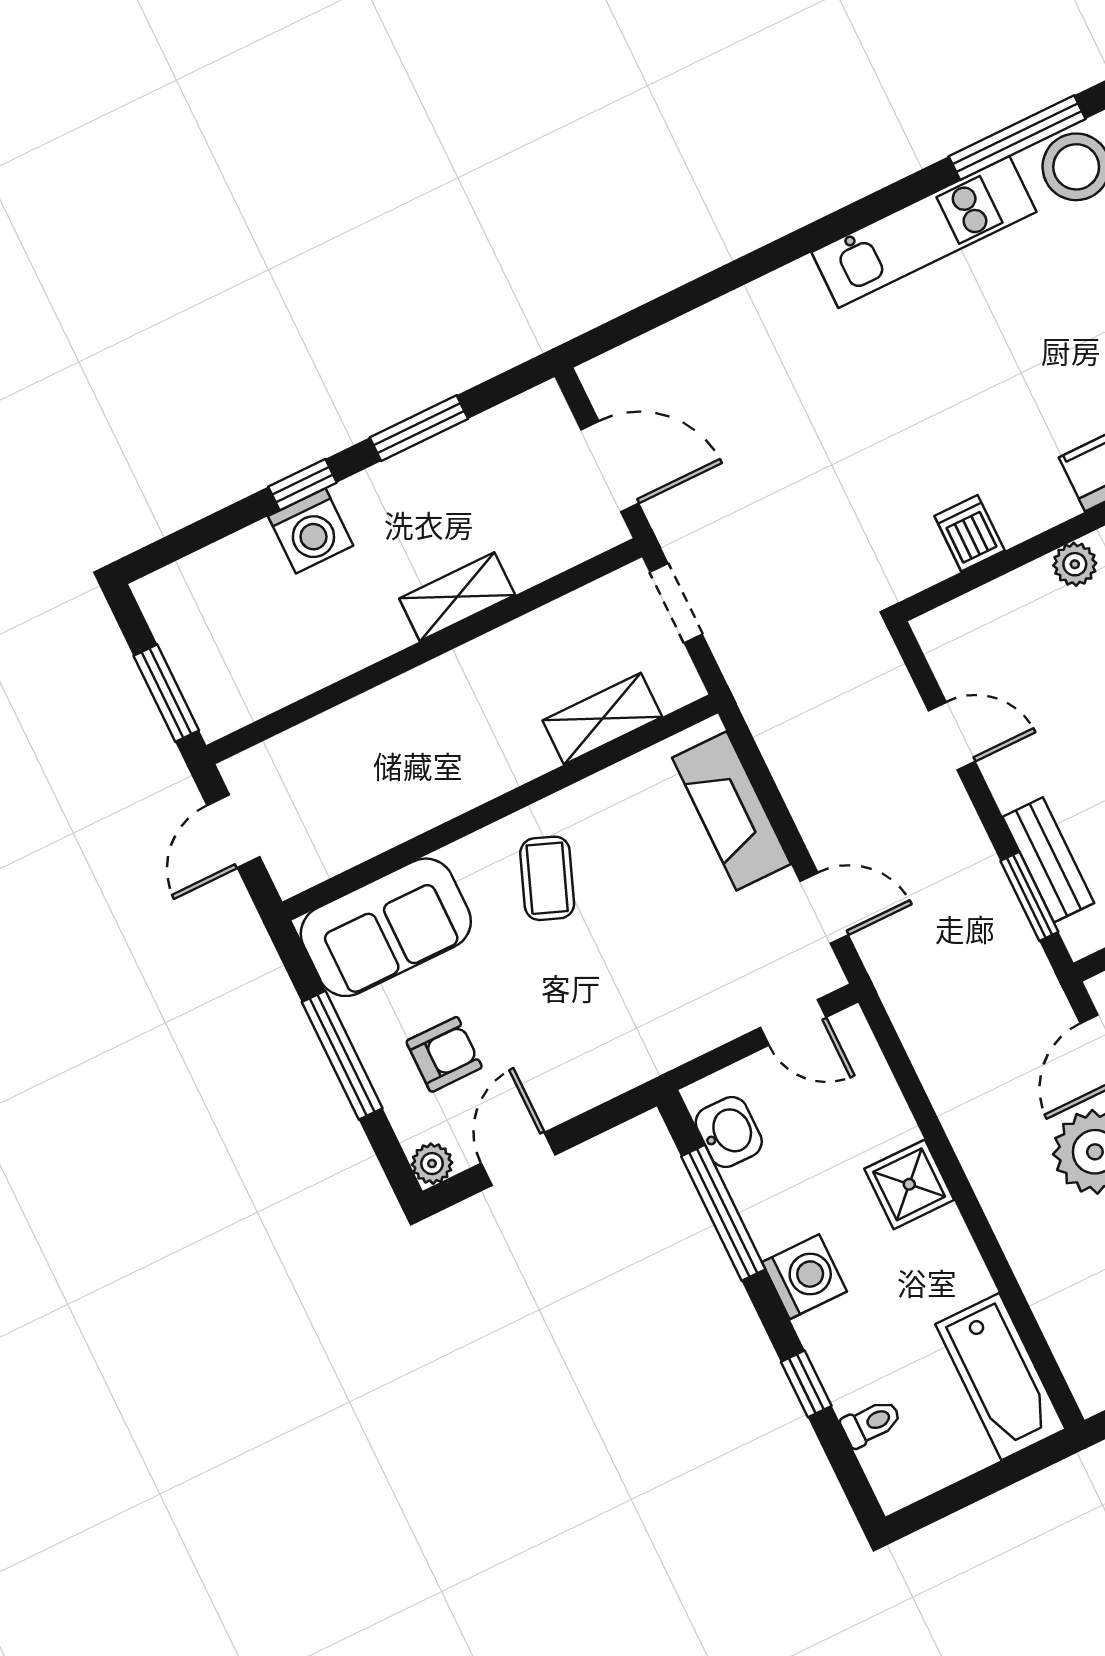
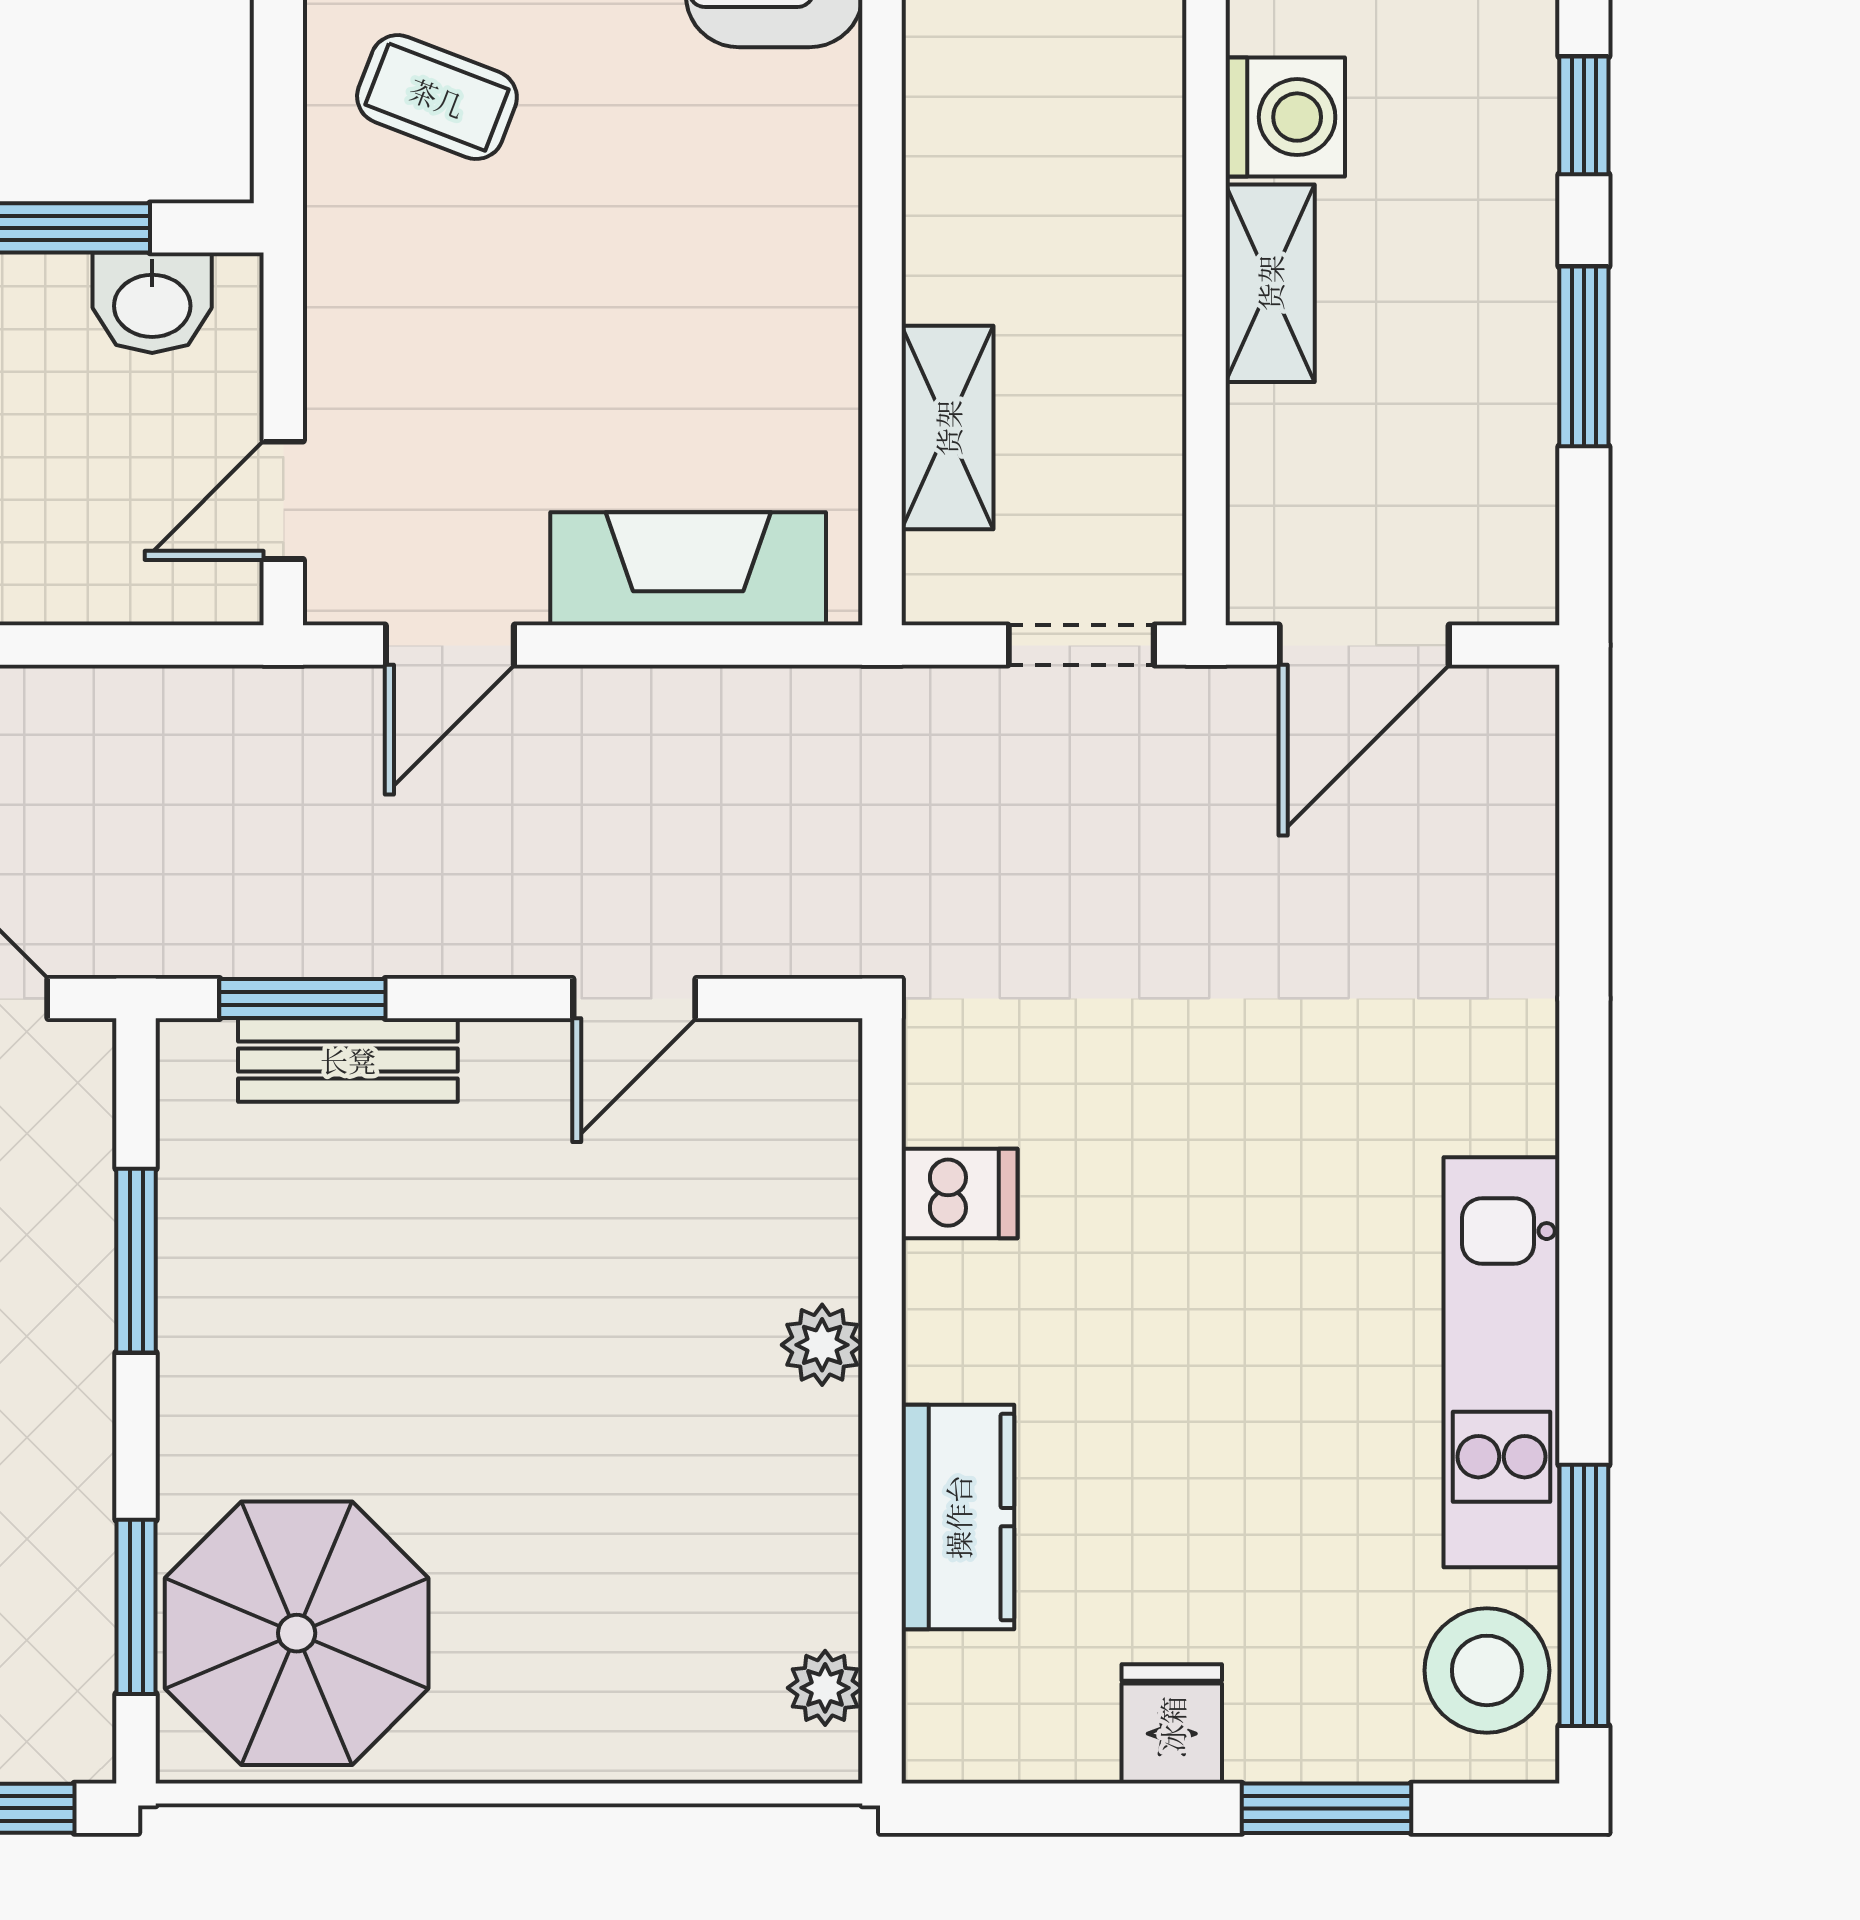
washing machine: (311, 531) -> (1285, 117), moved, turned 180
coffee table: (547, 878) -> (437, 97), moved

